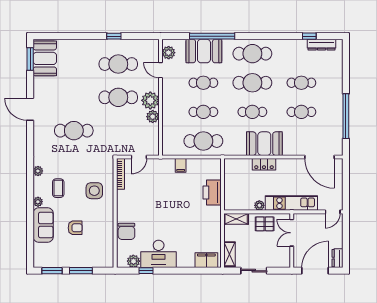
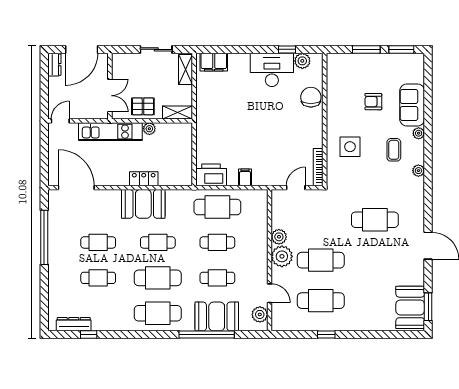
printer: (212, 192) -> (211, 175), moved, turned -90

